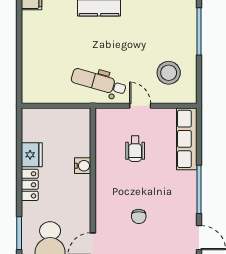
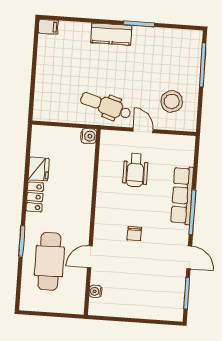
row of seats: (187, 139) -> (182, 195), moved
wheelchair: (135, 149) -> (135, 170), width x1.36, depth x1.37
water cooler: (83, 166) -> (89, 136), moved

